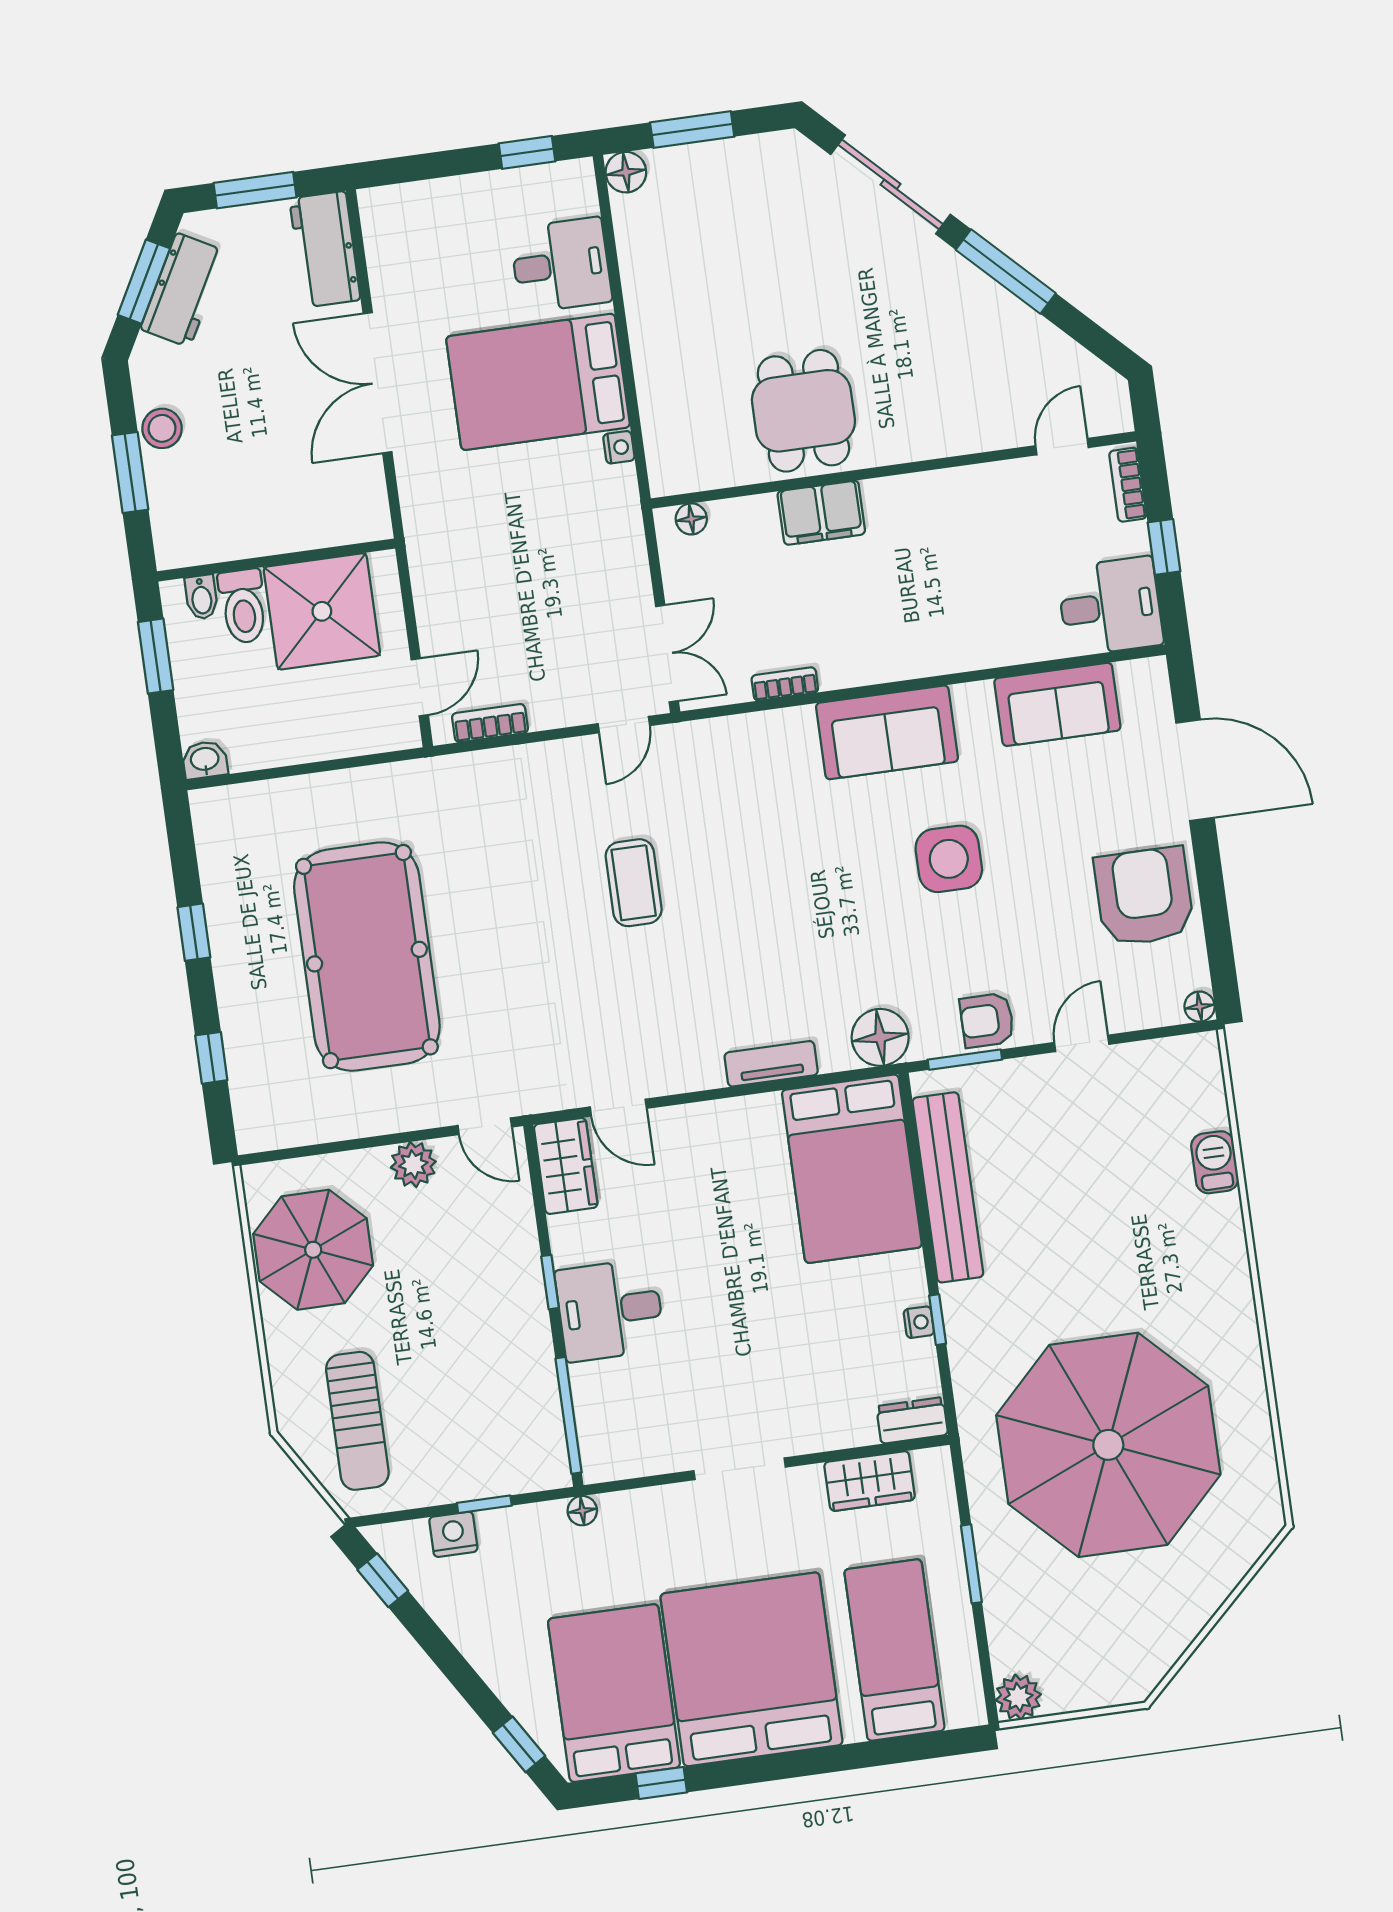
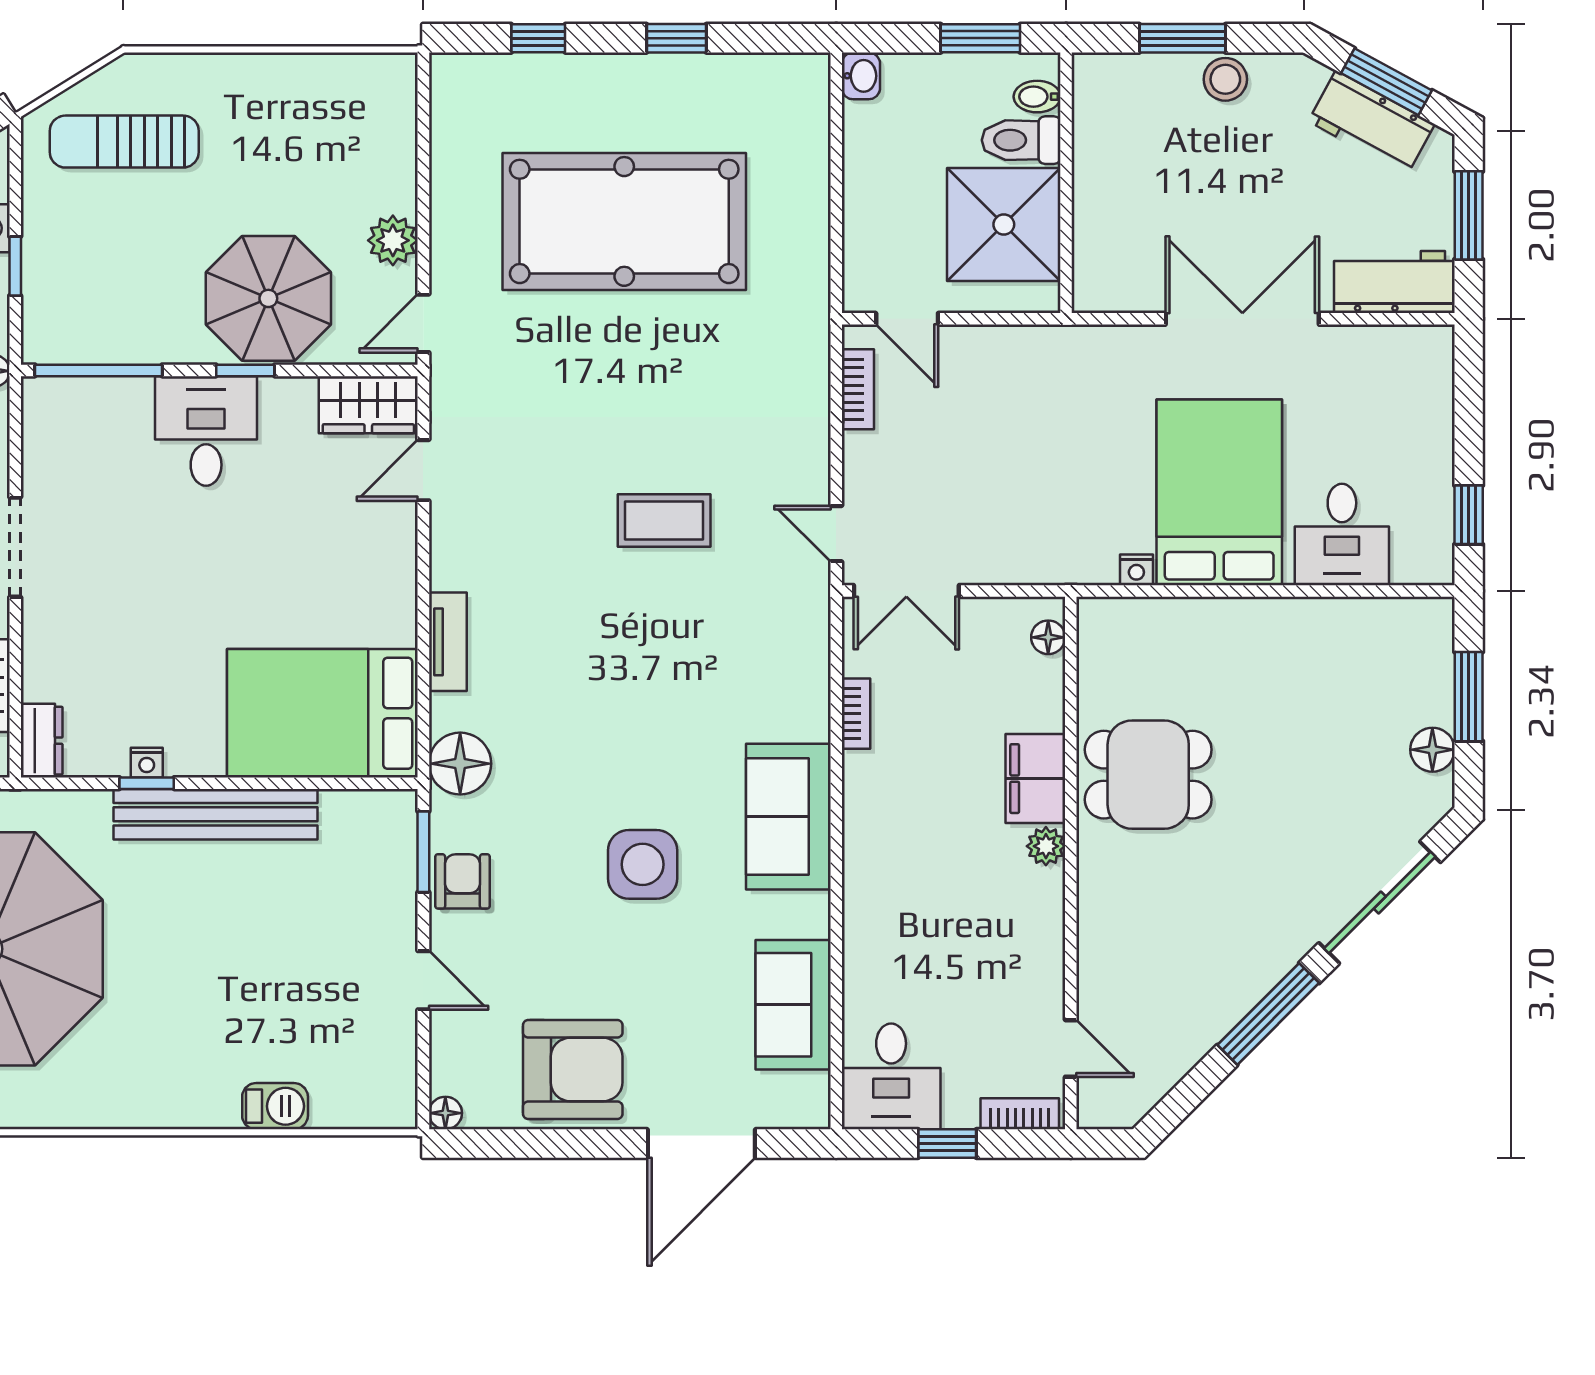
floor lamp: (626, 172) -> (1432, 750), moved
plant: (881, 495) -> (1046, 846), added
bench: (948, 1187) -> (215, 814), moved
parasol: (313, 1250) -> (268, 298), moved

